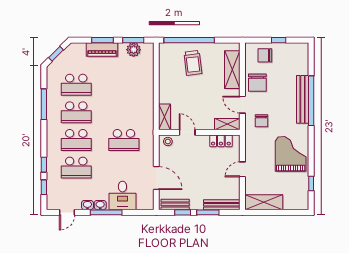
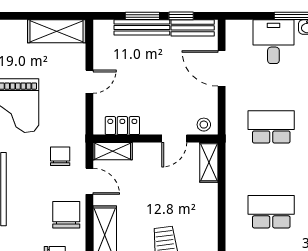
school desk: (124, 85) -> (271, 212), added
door: (187, 132) -> (174, 139), hinge flipped
bench: (222, 205) -> (142, 27), moved

